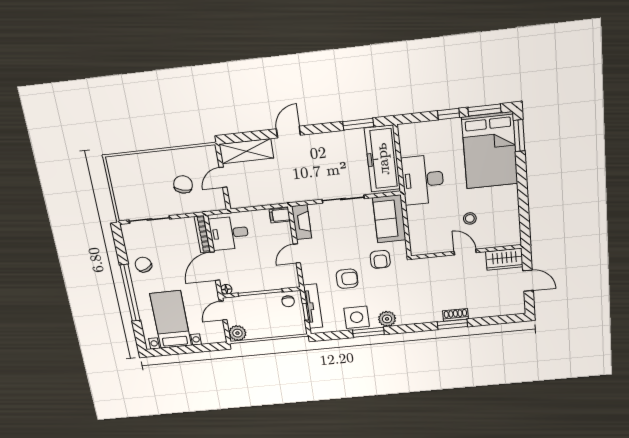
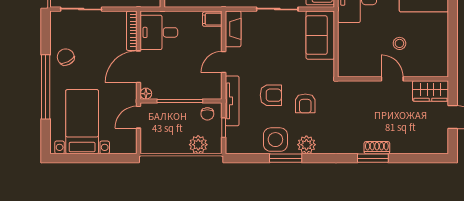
armchair: (380, 259) -> (305, 103), moved
tv unit: (313, 306) -> (232, 101), moved
plant: (237, 333) -> (198, 145), moved

